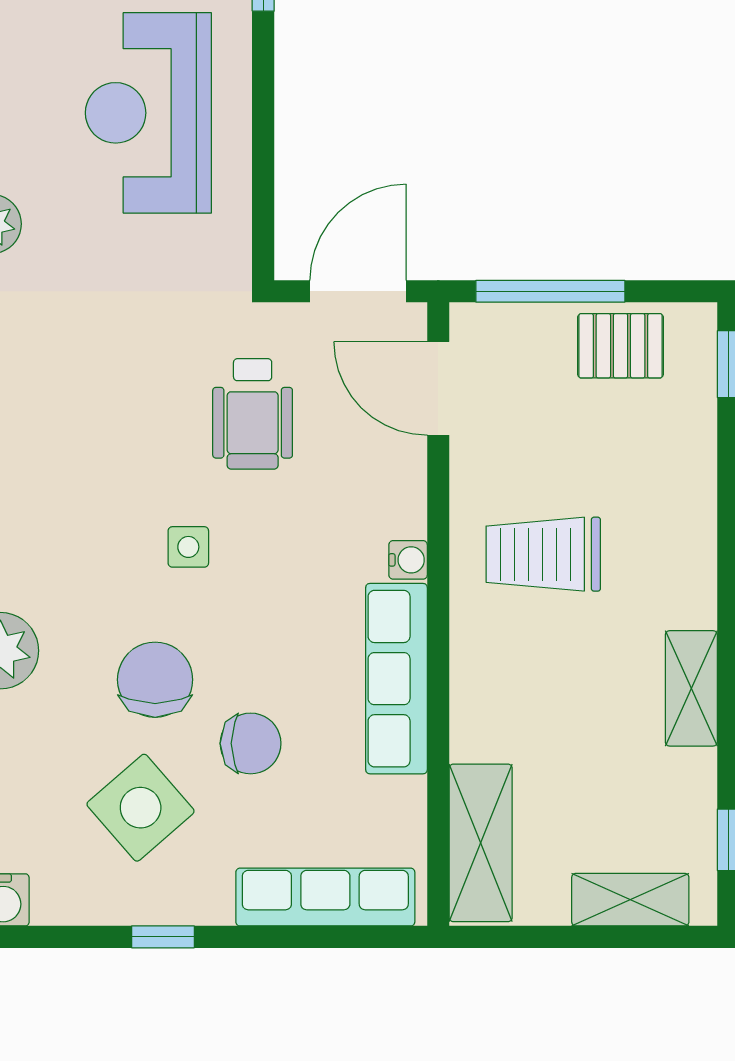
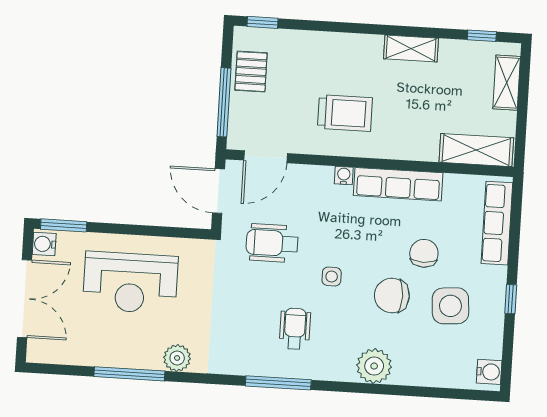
wheelchair: (253, 414) -> (272, 243), turned 180
wheelchair: (71, 475) -> (295, 329), added
trolley: (543, 554) -> (345, 113), turned -90
side table: (141, 808) -> (450, 306), turned 37

